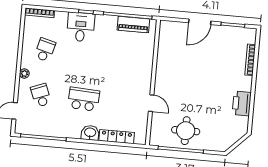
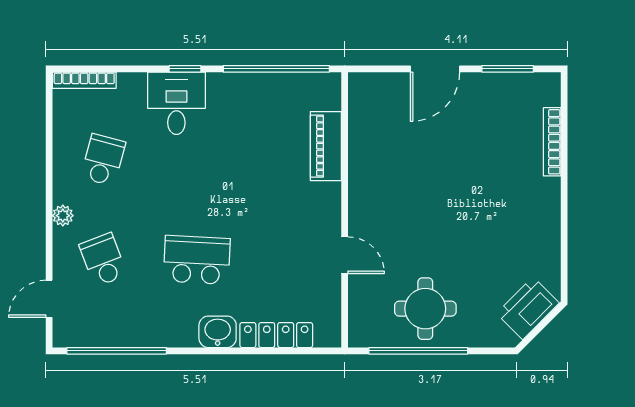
piano: (133, 24) -> (326, 146), moved, turned 90
printer: (242, 103) -> (528, 308), moved, turned 45

